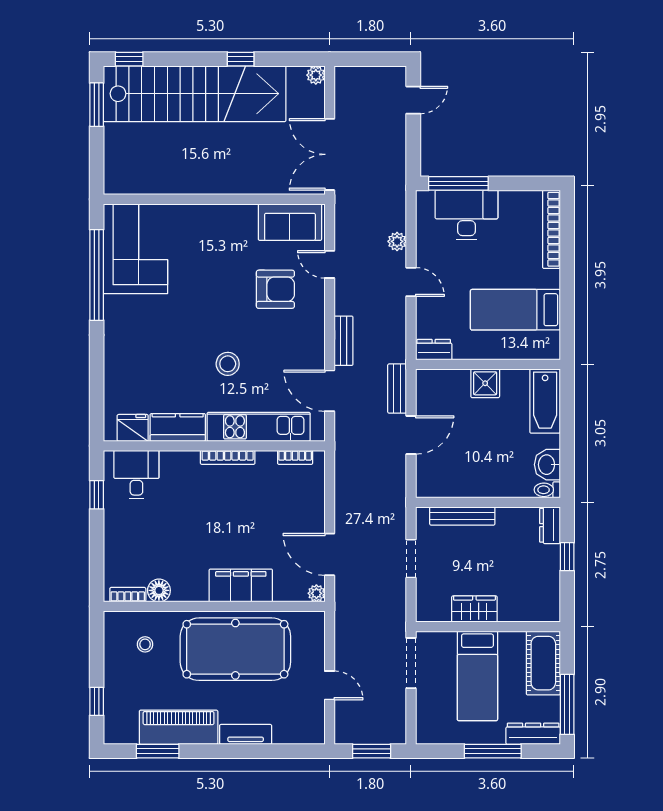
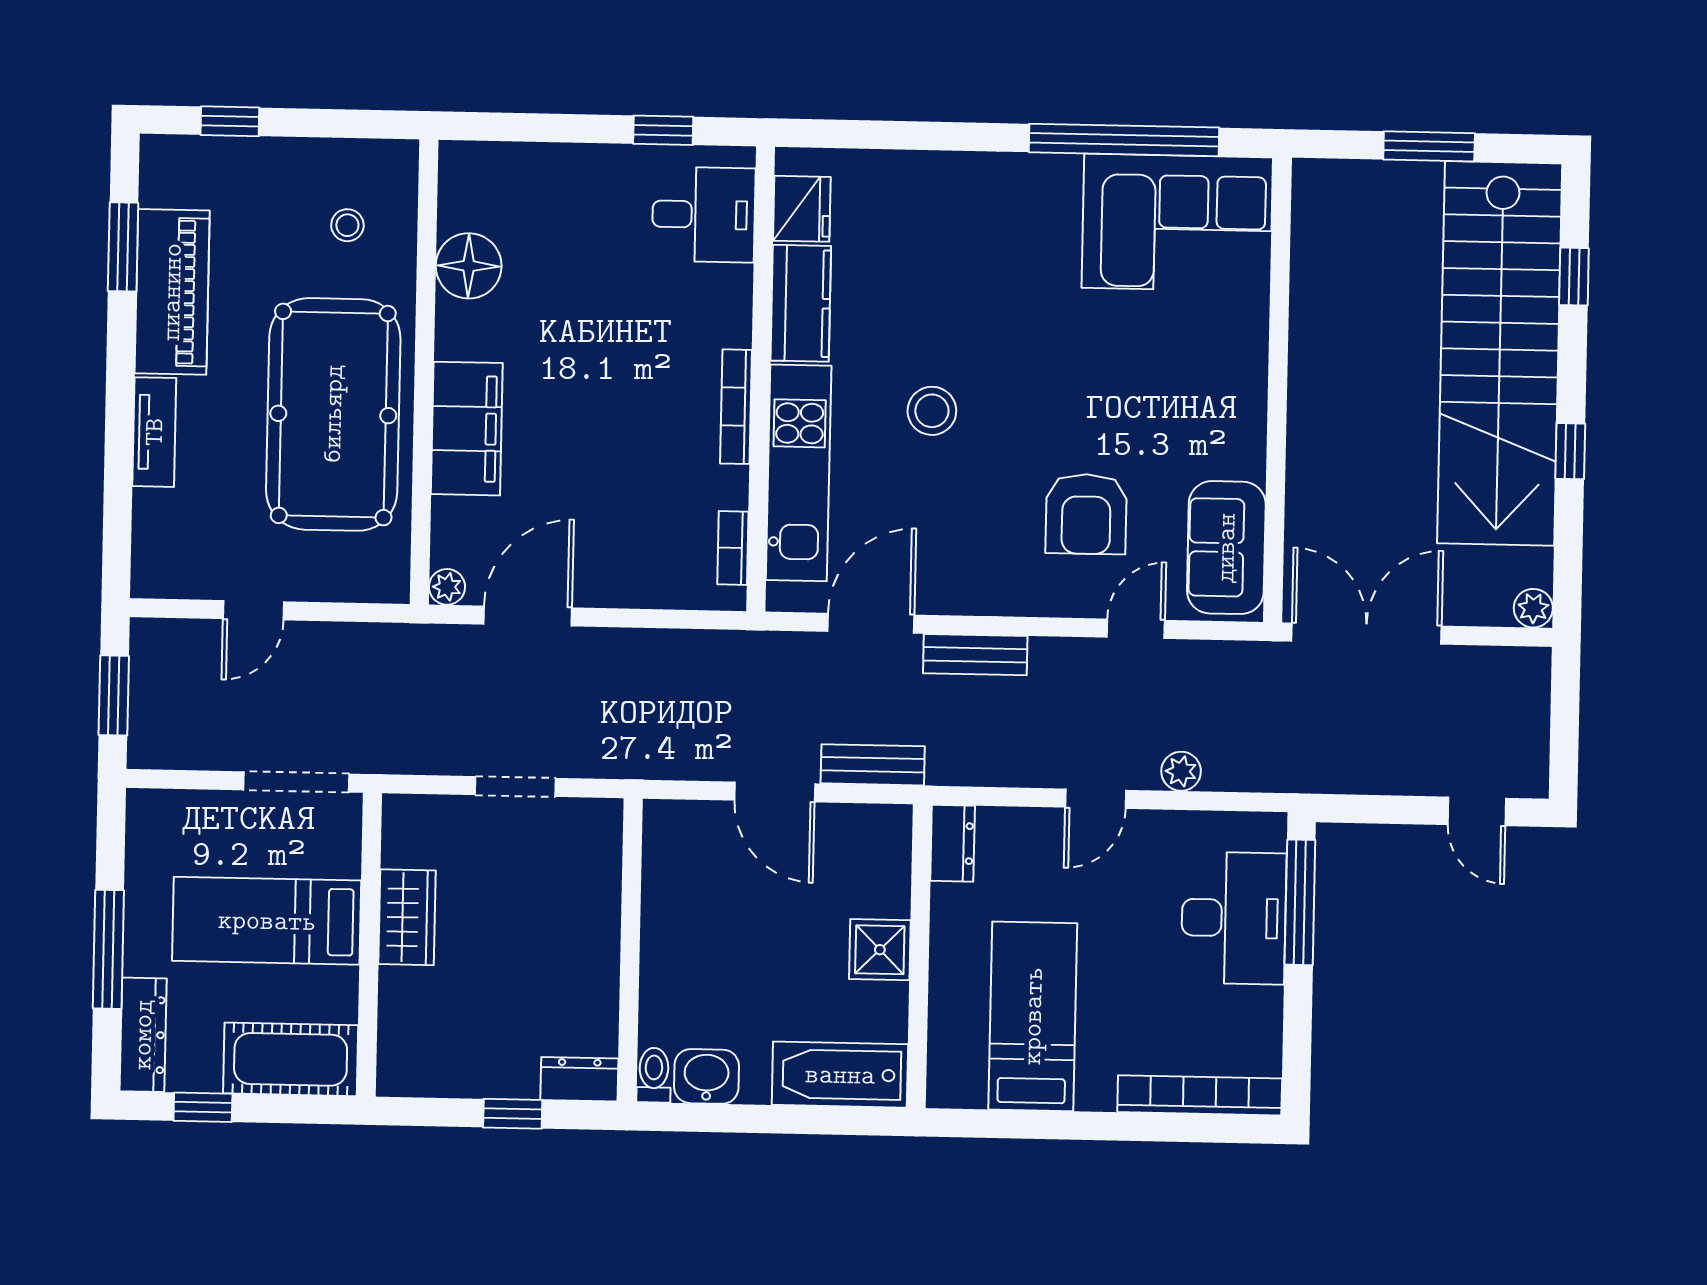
window: (129, 59) -> (1574, 277), moved
window: (97, 105) -> (1429, 146), moved
bench: (462, 516) -> (603, 896), removed
floor lamp: (159, 590) -> (469, 266), width x1.38, depth x1.38
bookcase: (128, 595) -> (452, 191), removed
window: (567, 704) -> (203, 1107), width x0.46

